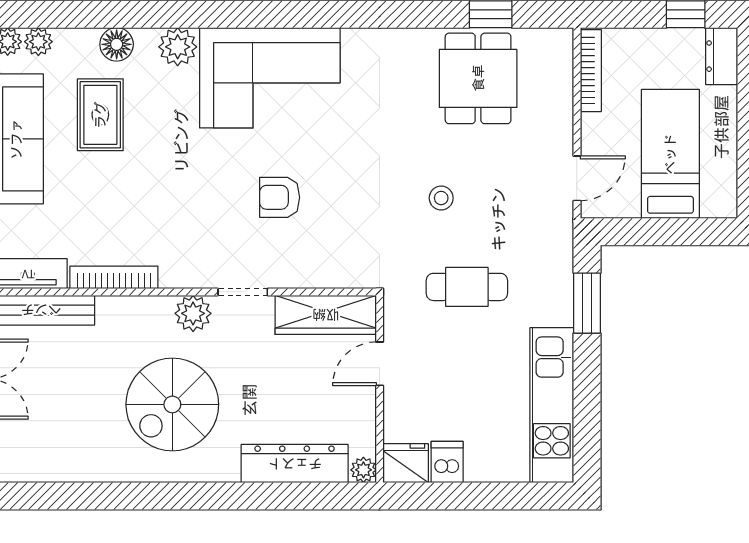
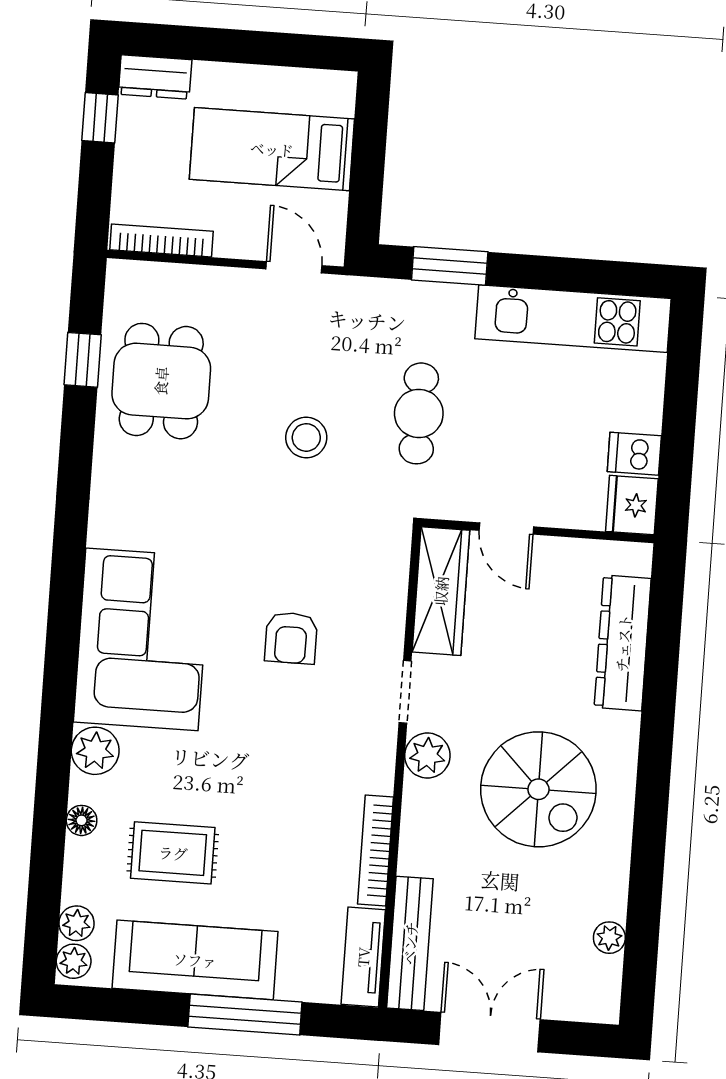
floor lamp: (117, 44) -> (82, 820), width x0.73, depth x0.73
dining table: (478, 78) -> (161, 381), turned 90
stool: (441, 198) -> (306, 437), width x1.37, depth x1.37
plant: (363, 470) -> (609, 938), moved

